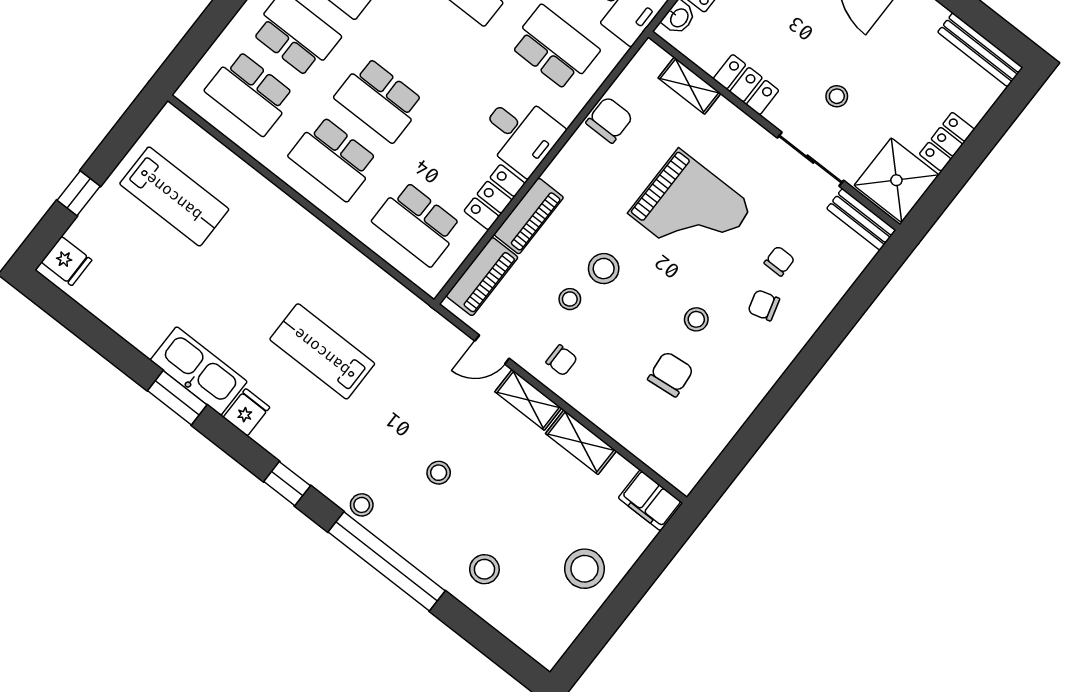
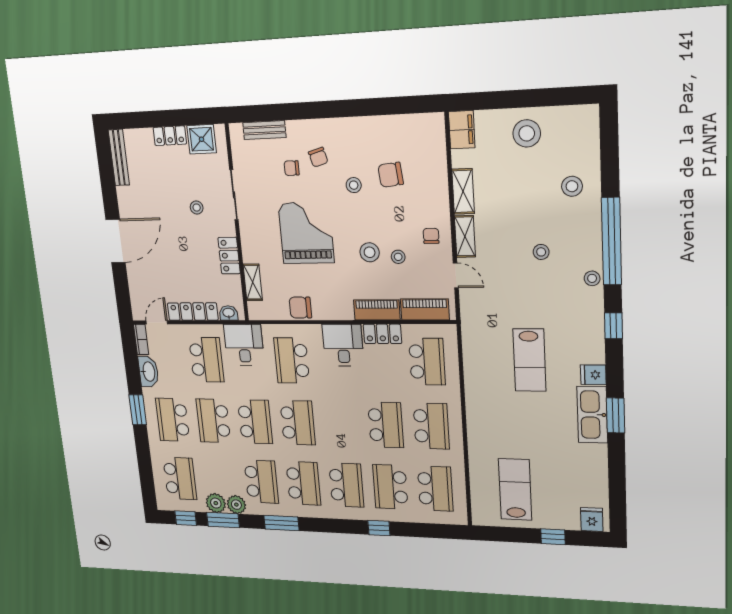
shower: (896, 180) -> (202, 139), width x0.73, depth x0.73
bench: (861, 219) -> (264, 130), moved, turned 90

